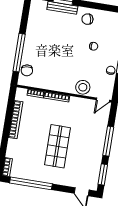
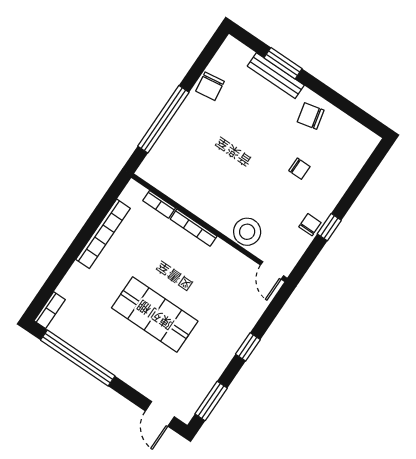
chair: (27, 70) -> (210, 86), moved
door: (103, 100) -> (272, 270), hinge flipped
window: (108, 141) -> (248, 347), width x0.46
shop shelf: (57, 146) -> (155, 315), turned 90

